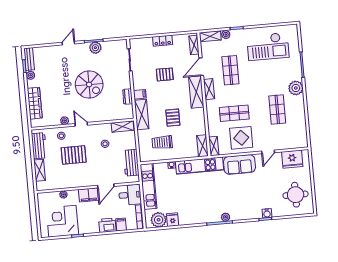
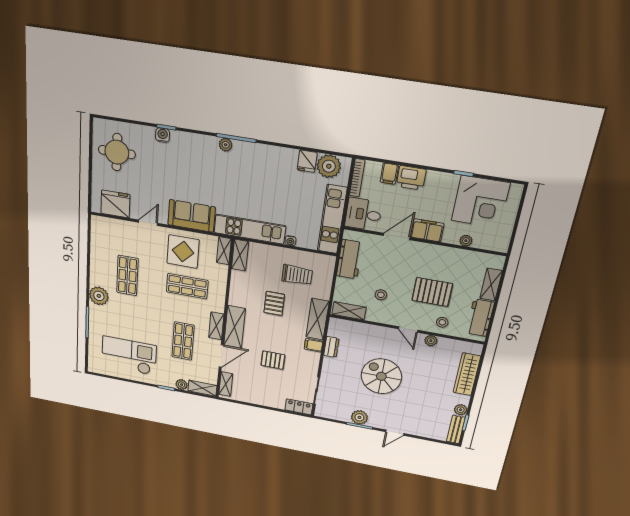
locker: (163, 41) -> (299, 407), moved

